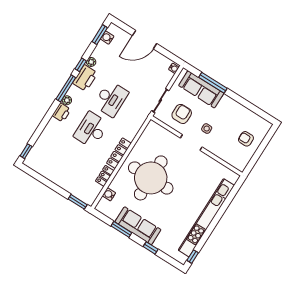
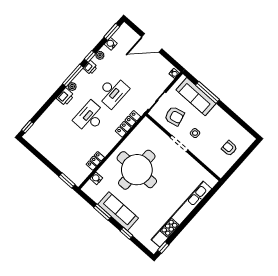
water cooler: (107, 38) -> (111, 44), moved
printer: (85, 78) -> (90, 67), width x0.53, depth x0.68
armchair: (182, 114) -> (174, 116), turned 77
locker: (119, 153) -> (128, 124), moved

